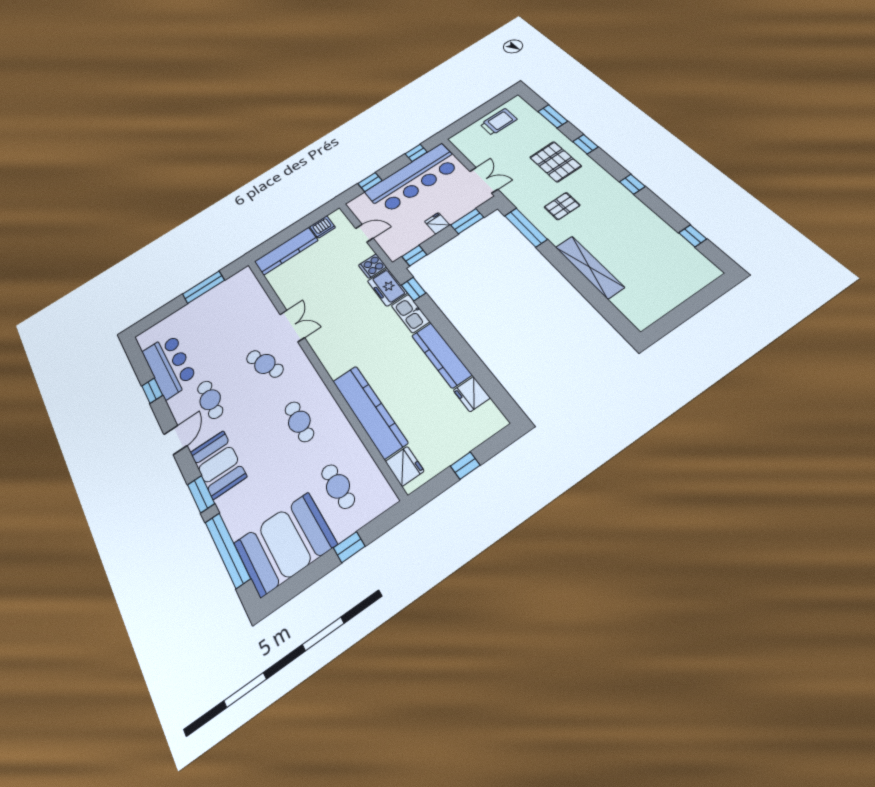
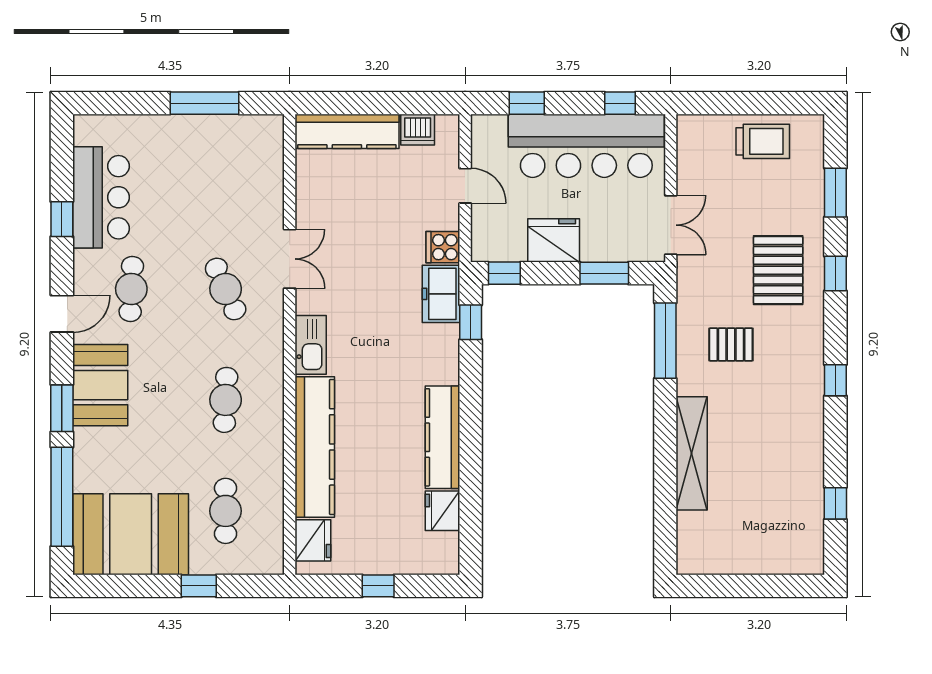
fridge: (437, 223) -> (554, 240), width x1.88, depth x1.34
kitchen sink: (410, 314) -> (311, 345), moved, turned 180

